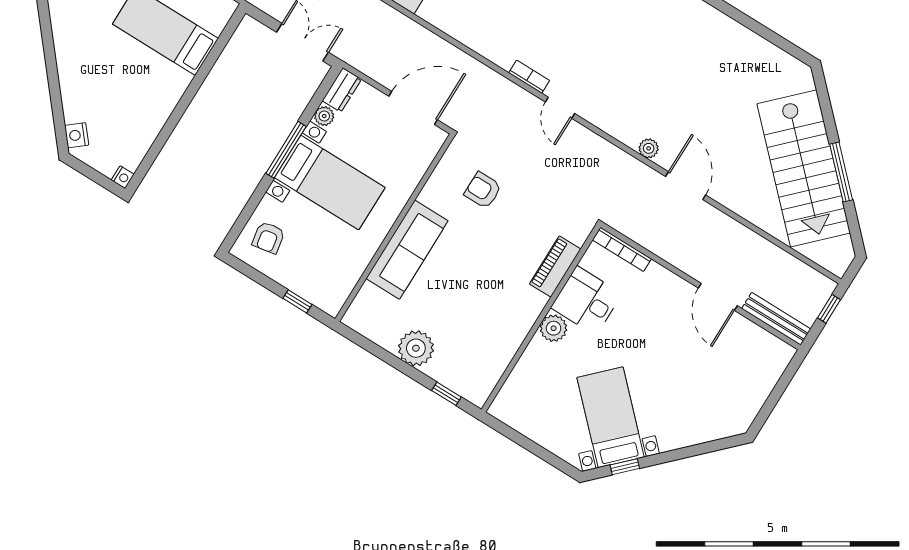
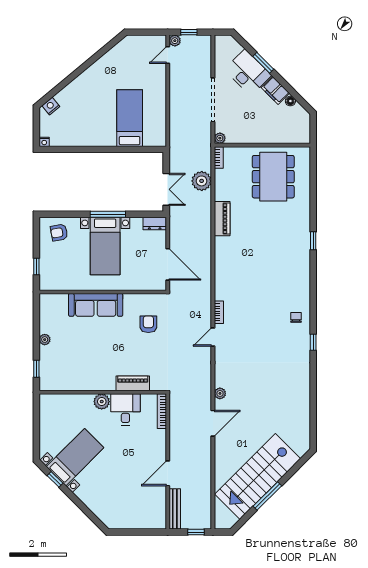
plant: (324, 116) -> (136, 223), removed
plant: (416, 348) -> (45, 340), width x0.53, depth x0.53

